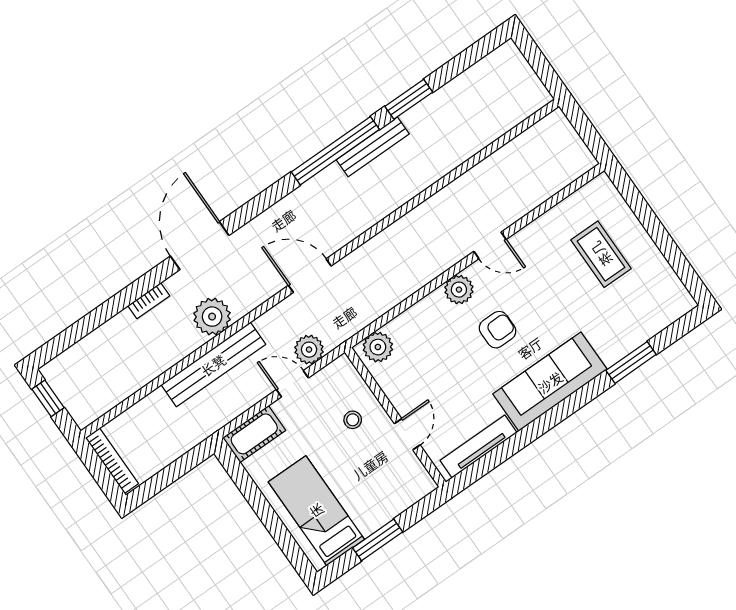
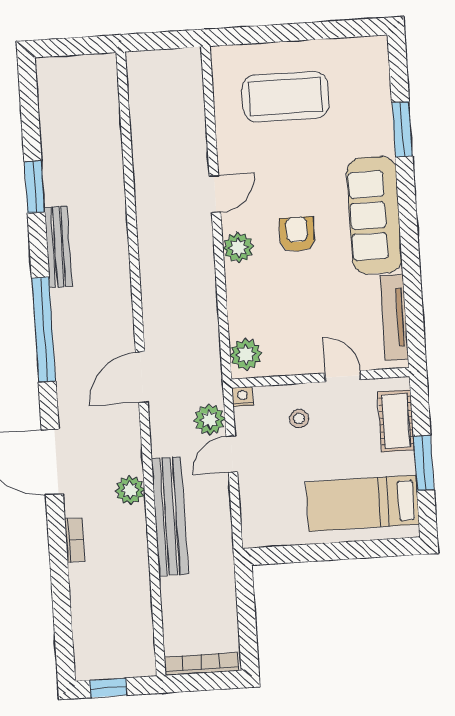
window: (335, 151) -> (44, 329), moved
coffee table: (601, 254) -> (285, 96), width x1.36, depth x1.32
plant: (212, 317) -> (130, 490), width x0.73, depth x0.73
nightstand: (343, 365) -> (242, 397), added
cot: (254, 434) -> (396, 421), moved

